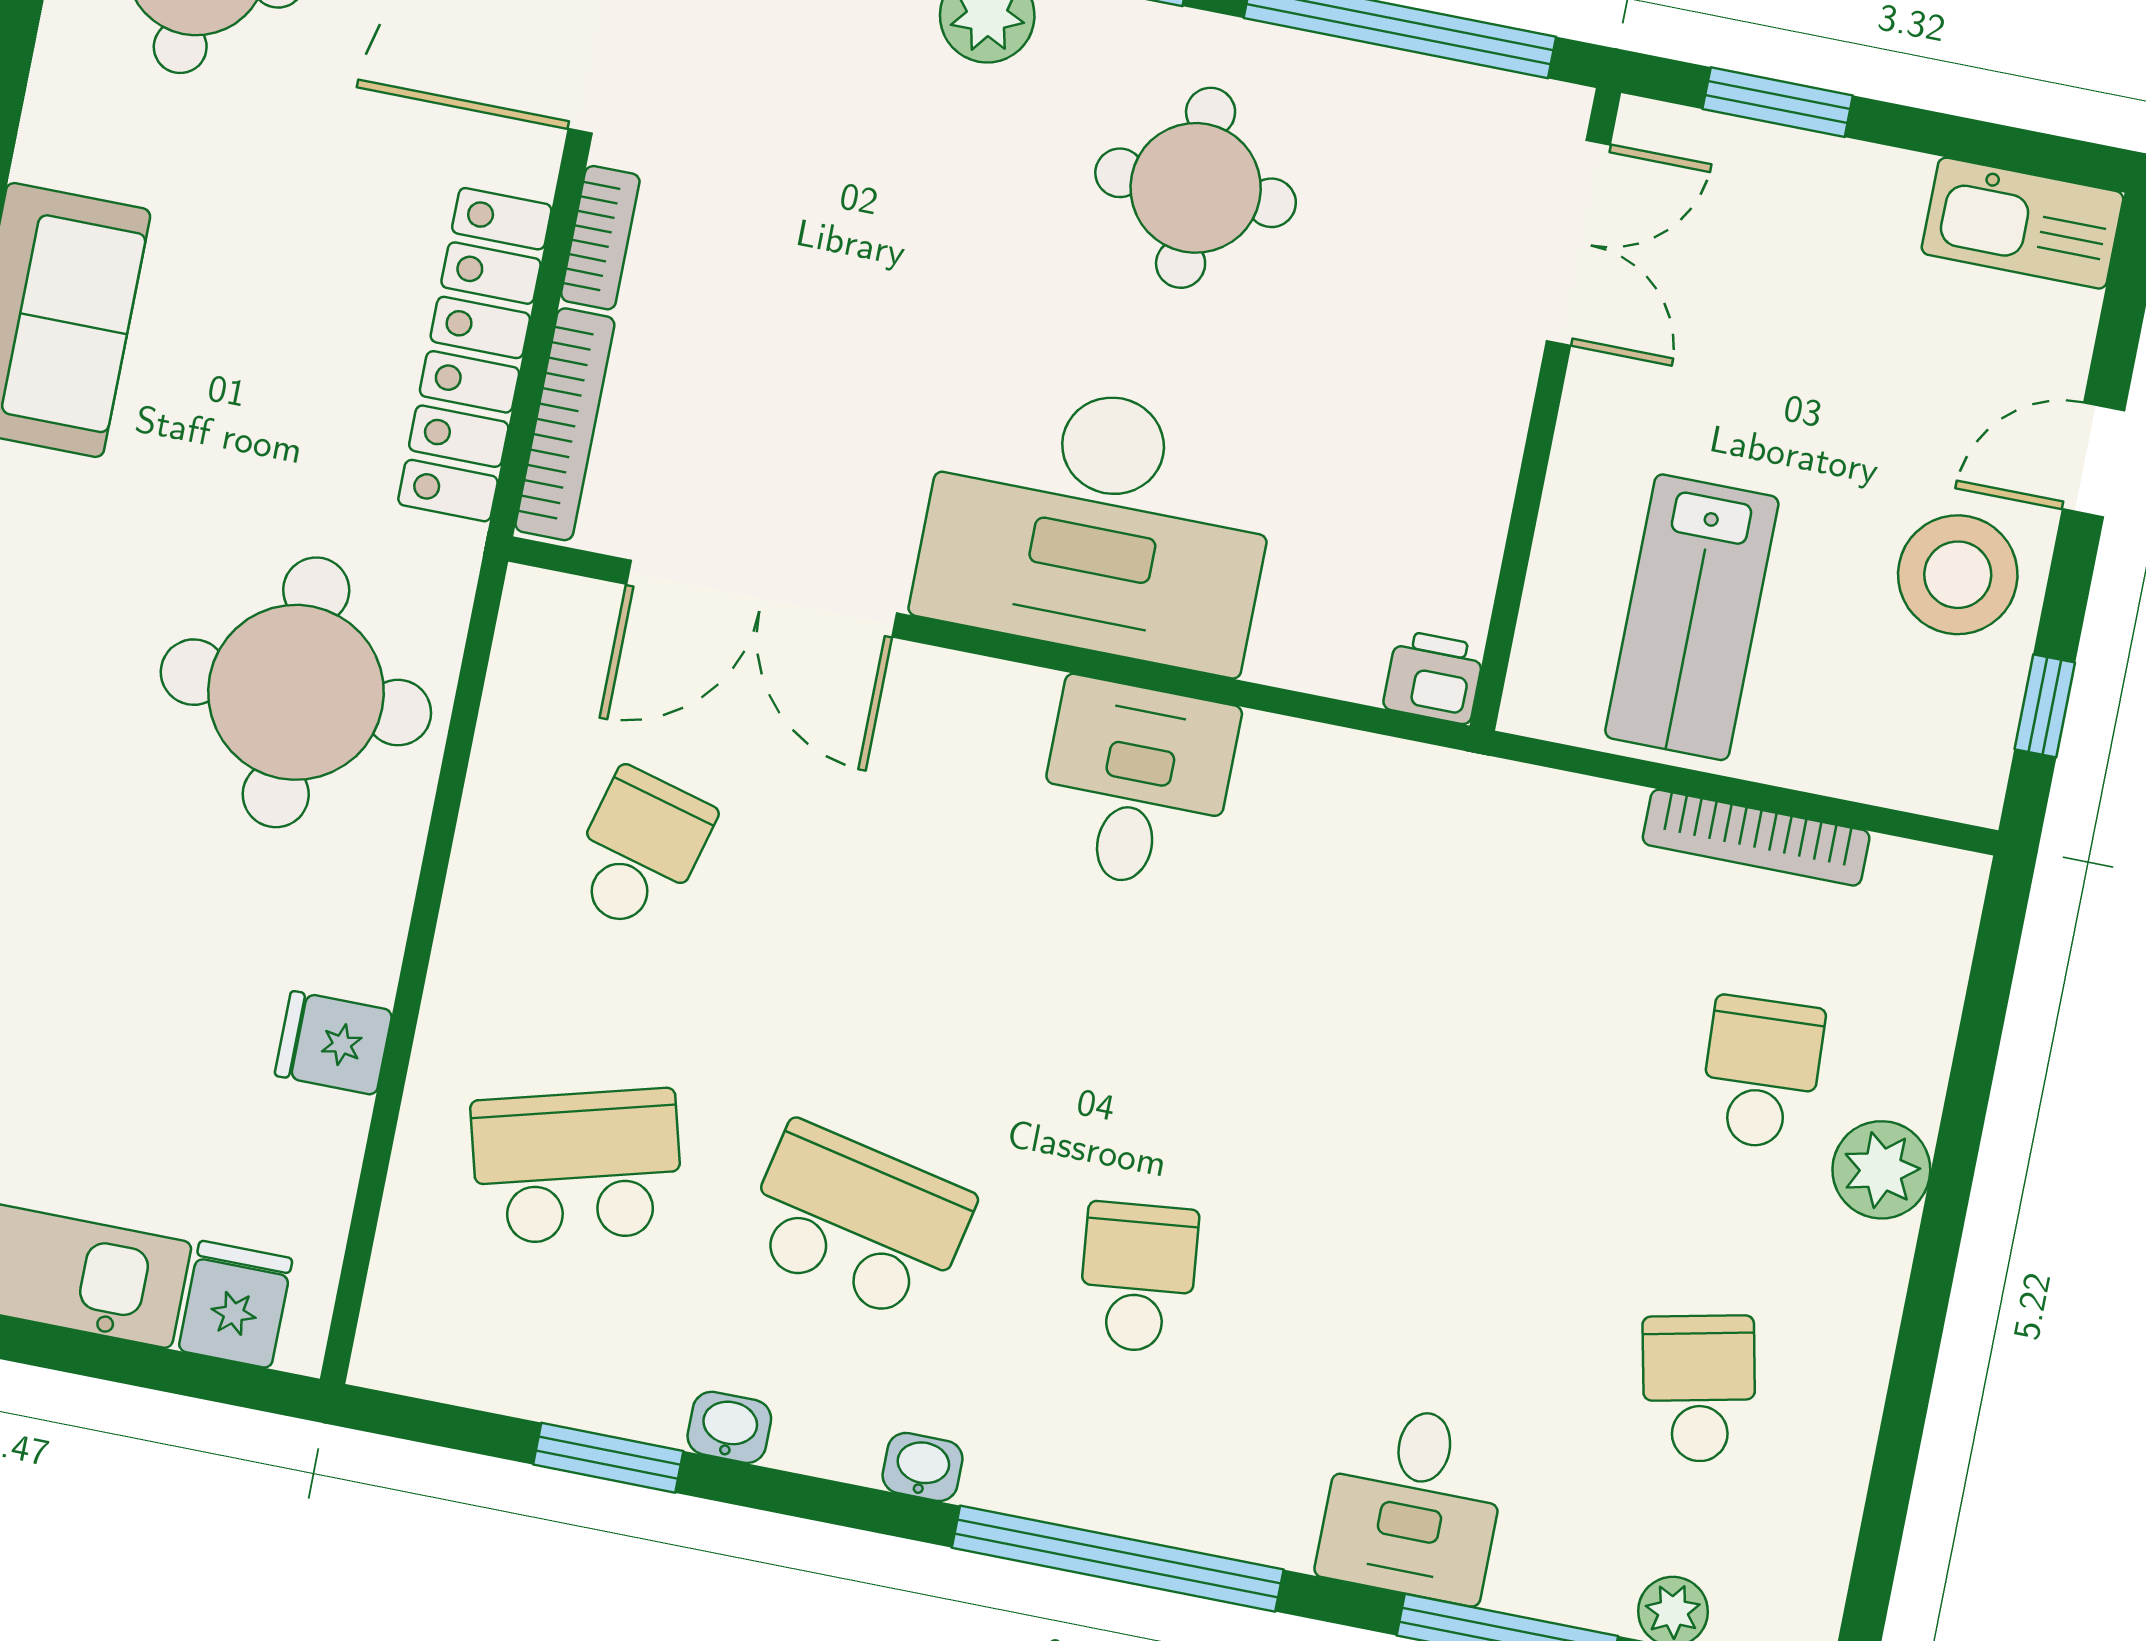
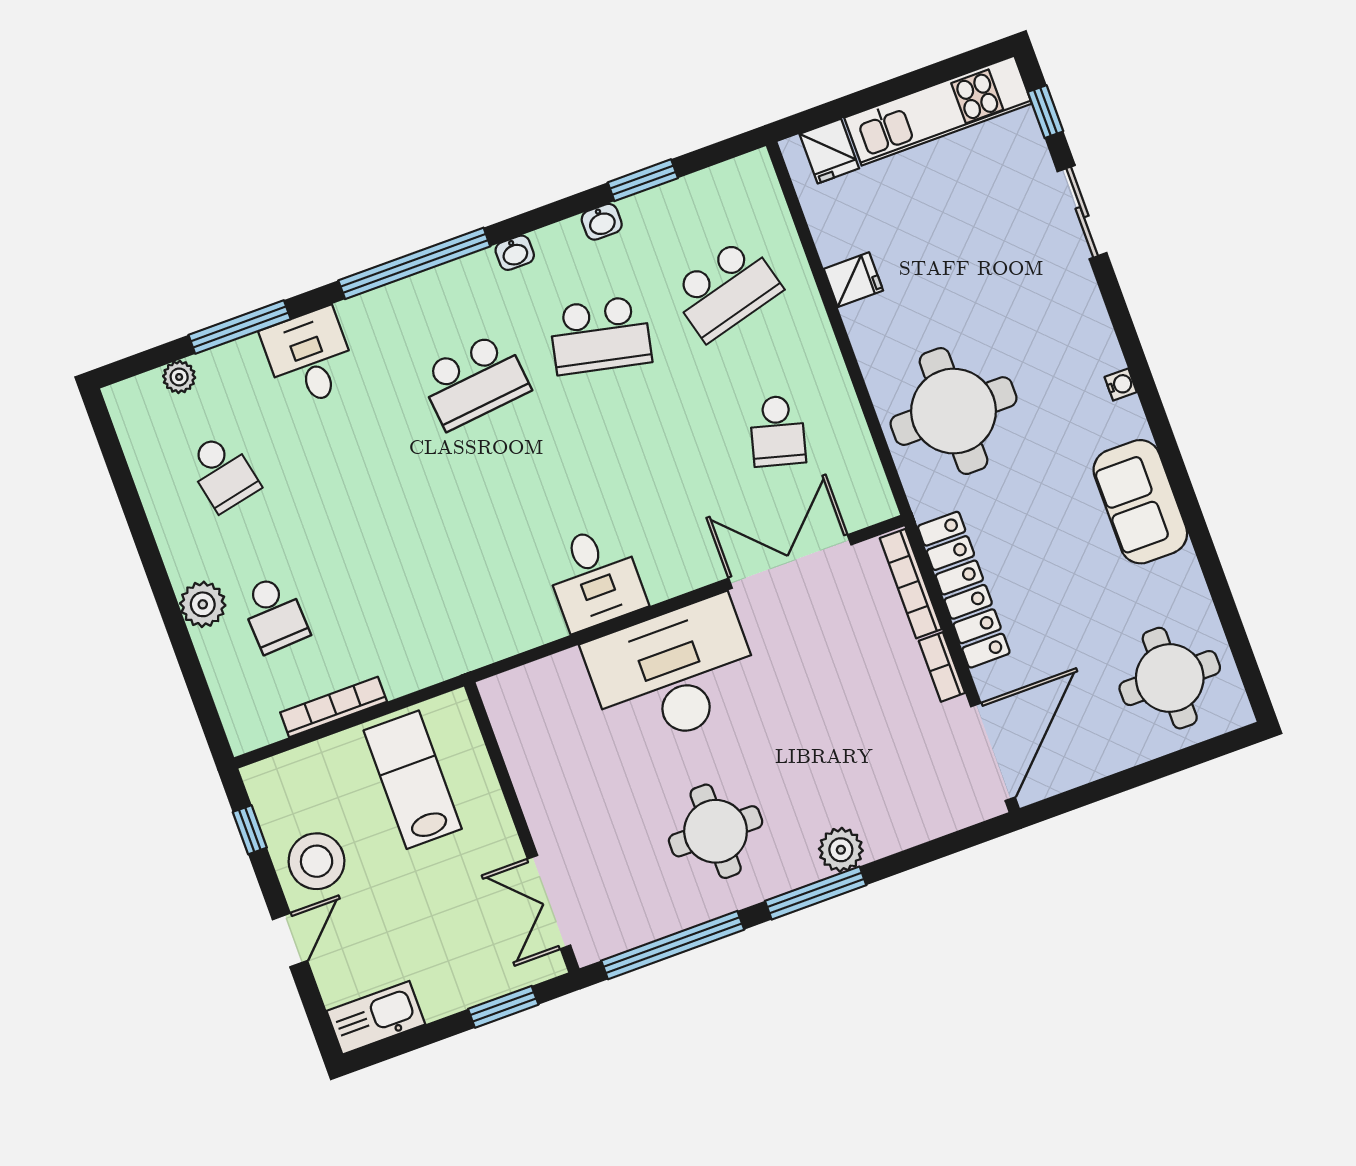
printer: (1434, 677) -> (502, 693), removed
school desk: (1138, 1277) -> (474, 381), width x1.85

